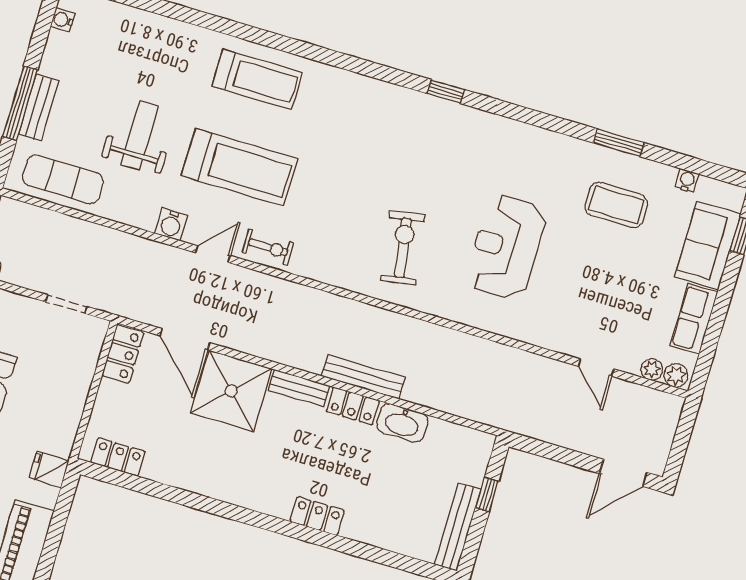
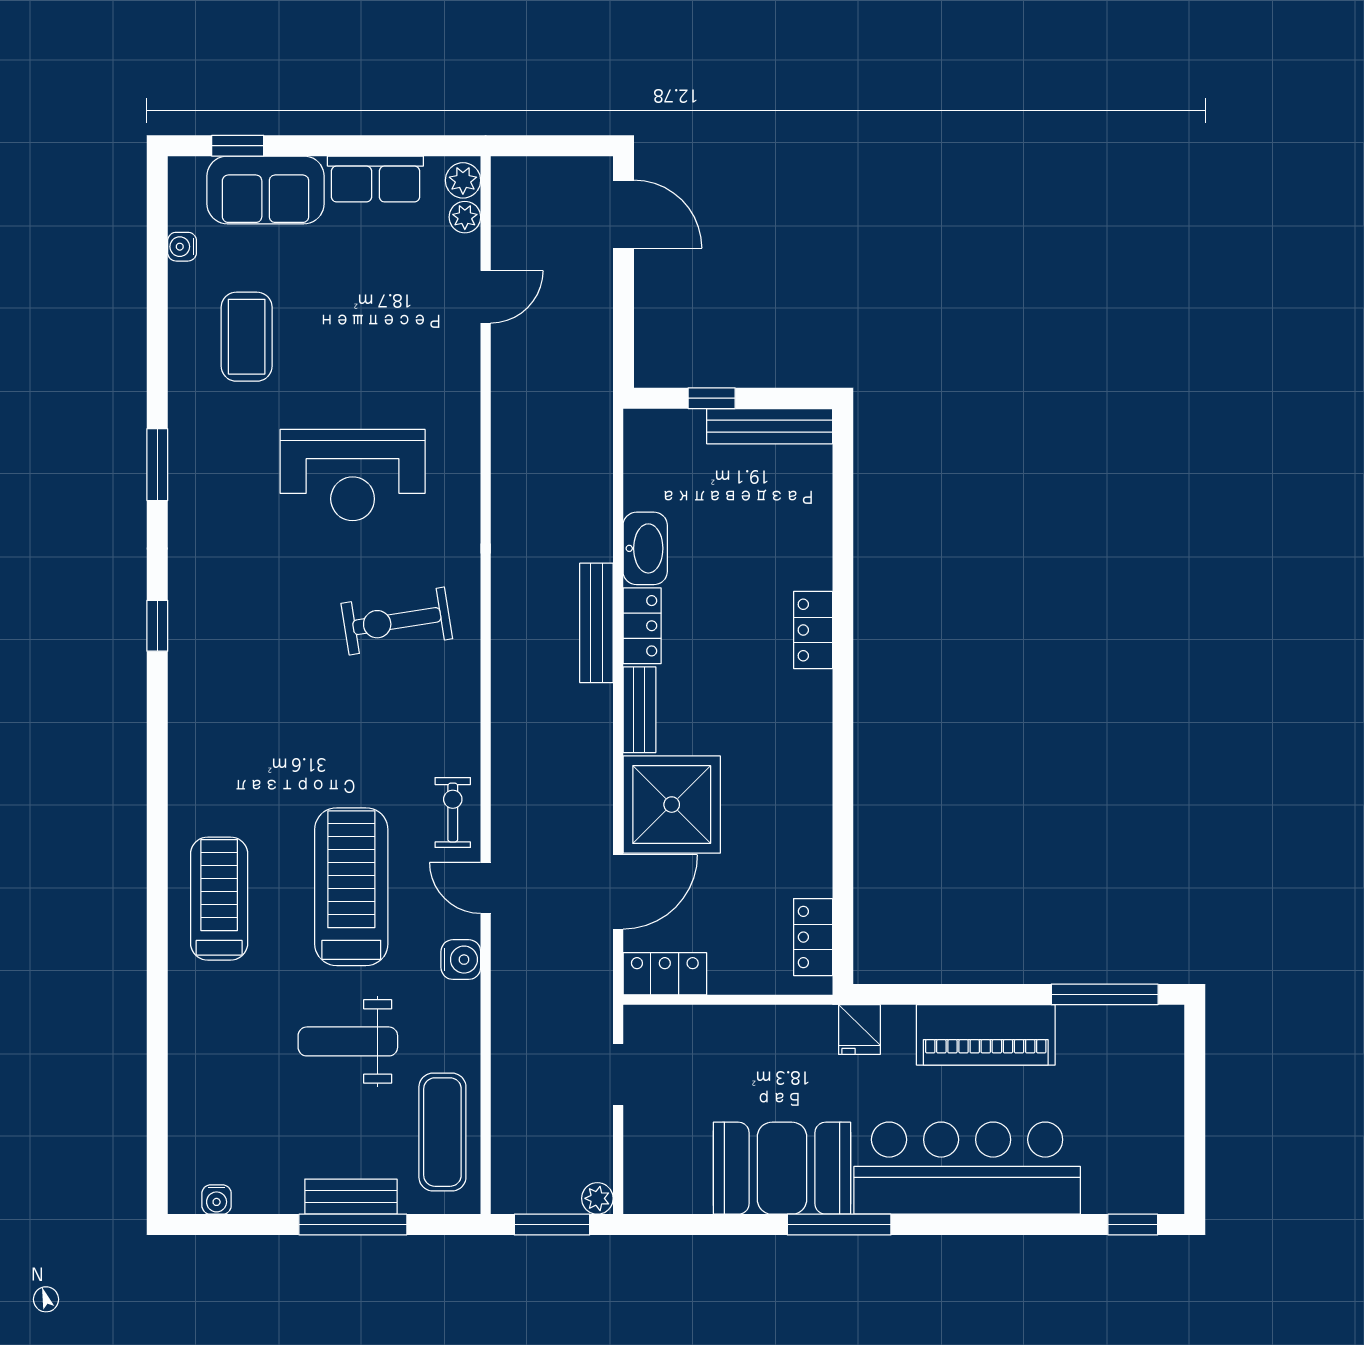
window: (619, 143) -> (157, 465), moved

